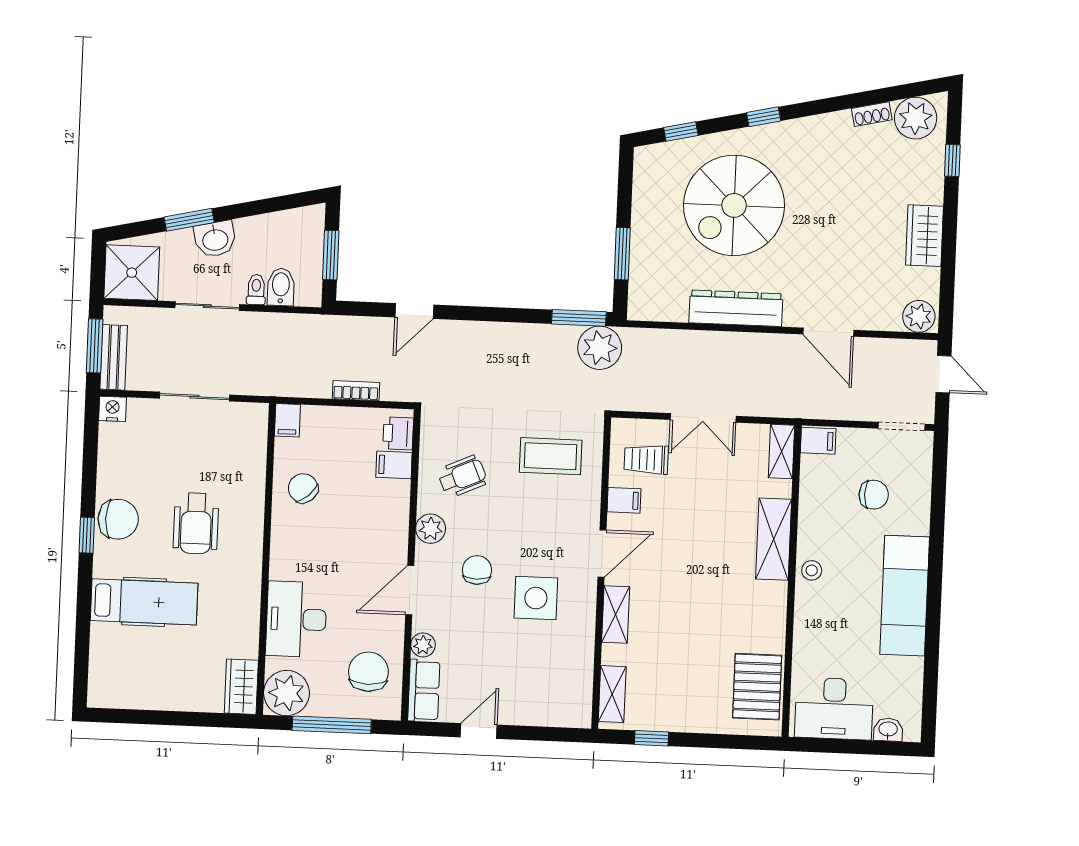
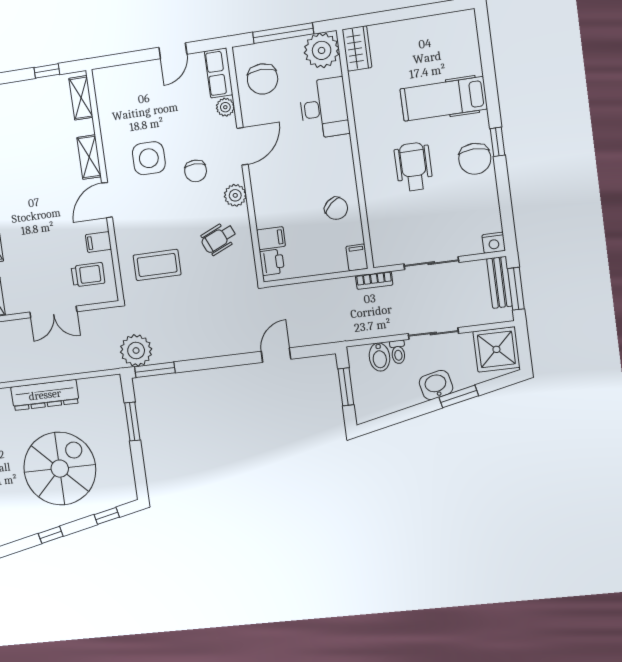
bookcase: (356, 391) -> (374, 280), moved
double door: (703, 418) -> (53, 312), swing flipped
chair: (118, 519) -> (475, 159), turned -90

